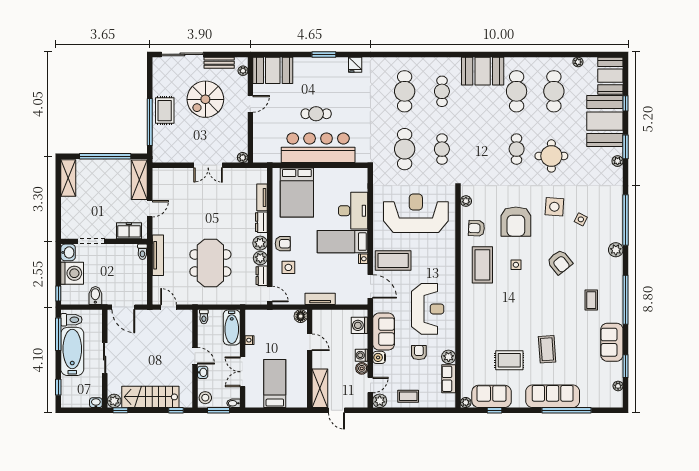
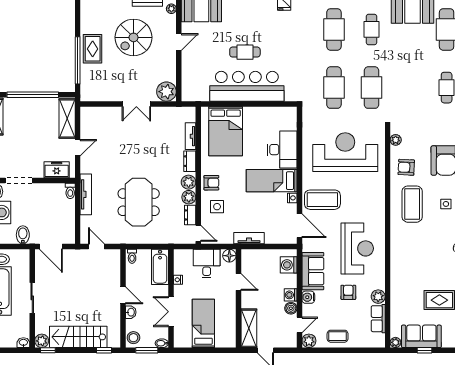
cafe table: (442, 149) -> (371, 88), width x1.37, depth x1.35
plant: (243, 158) -> (166, 92), width x1.87, depth x1.87
desk: (278, 324) -> (207, 264), added

